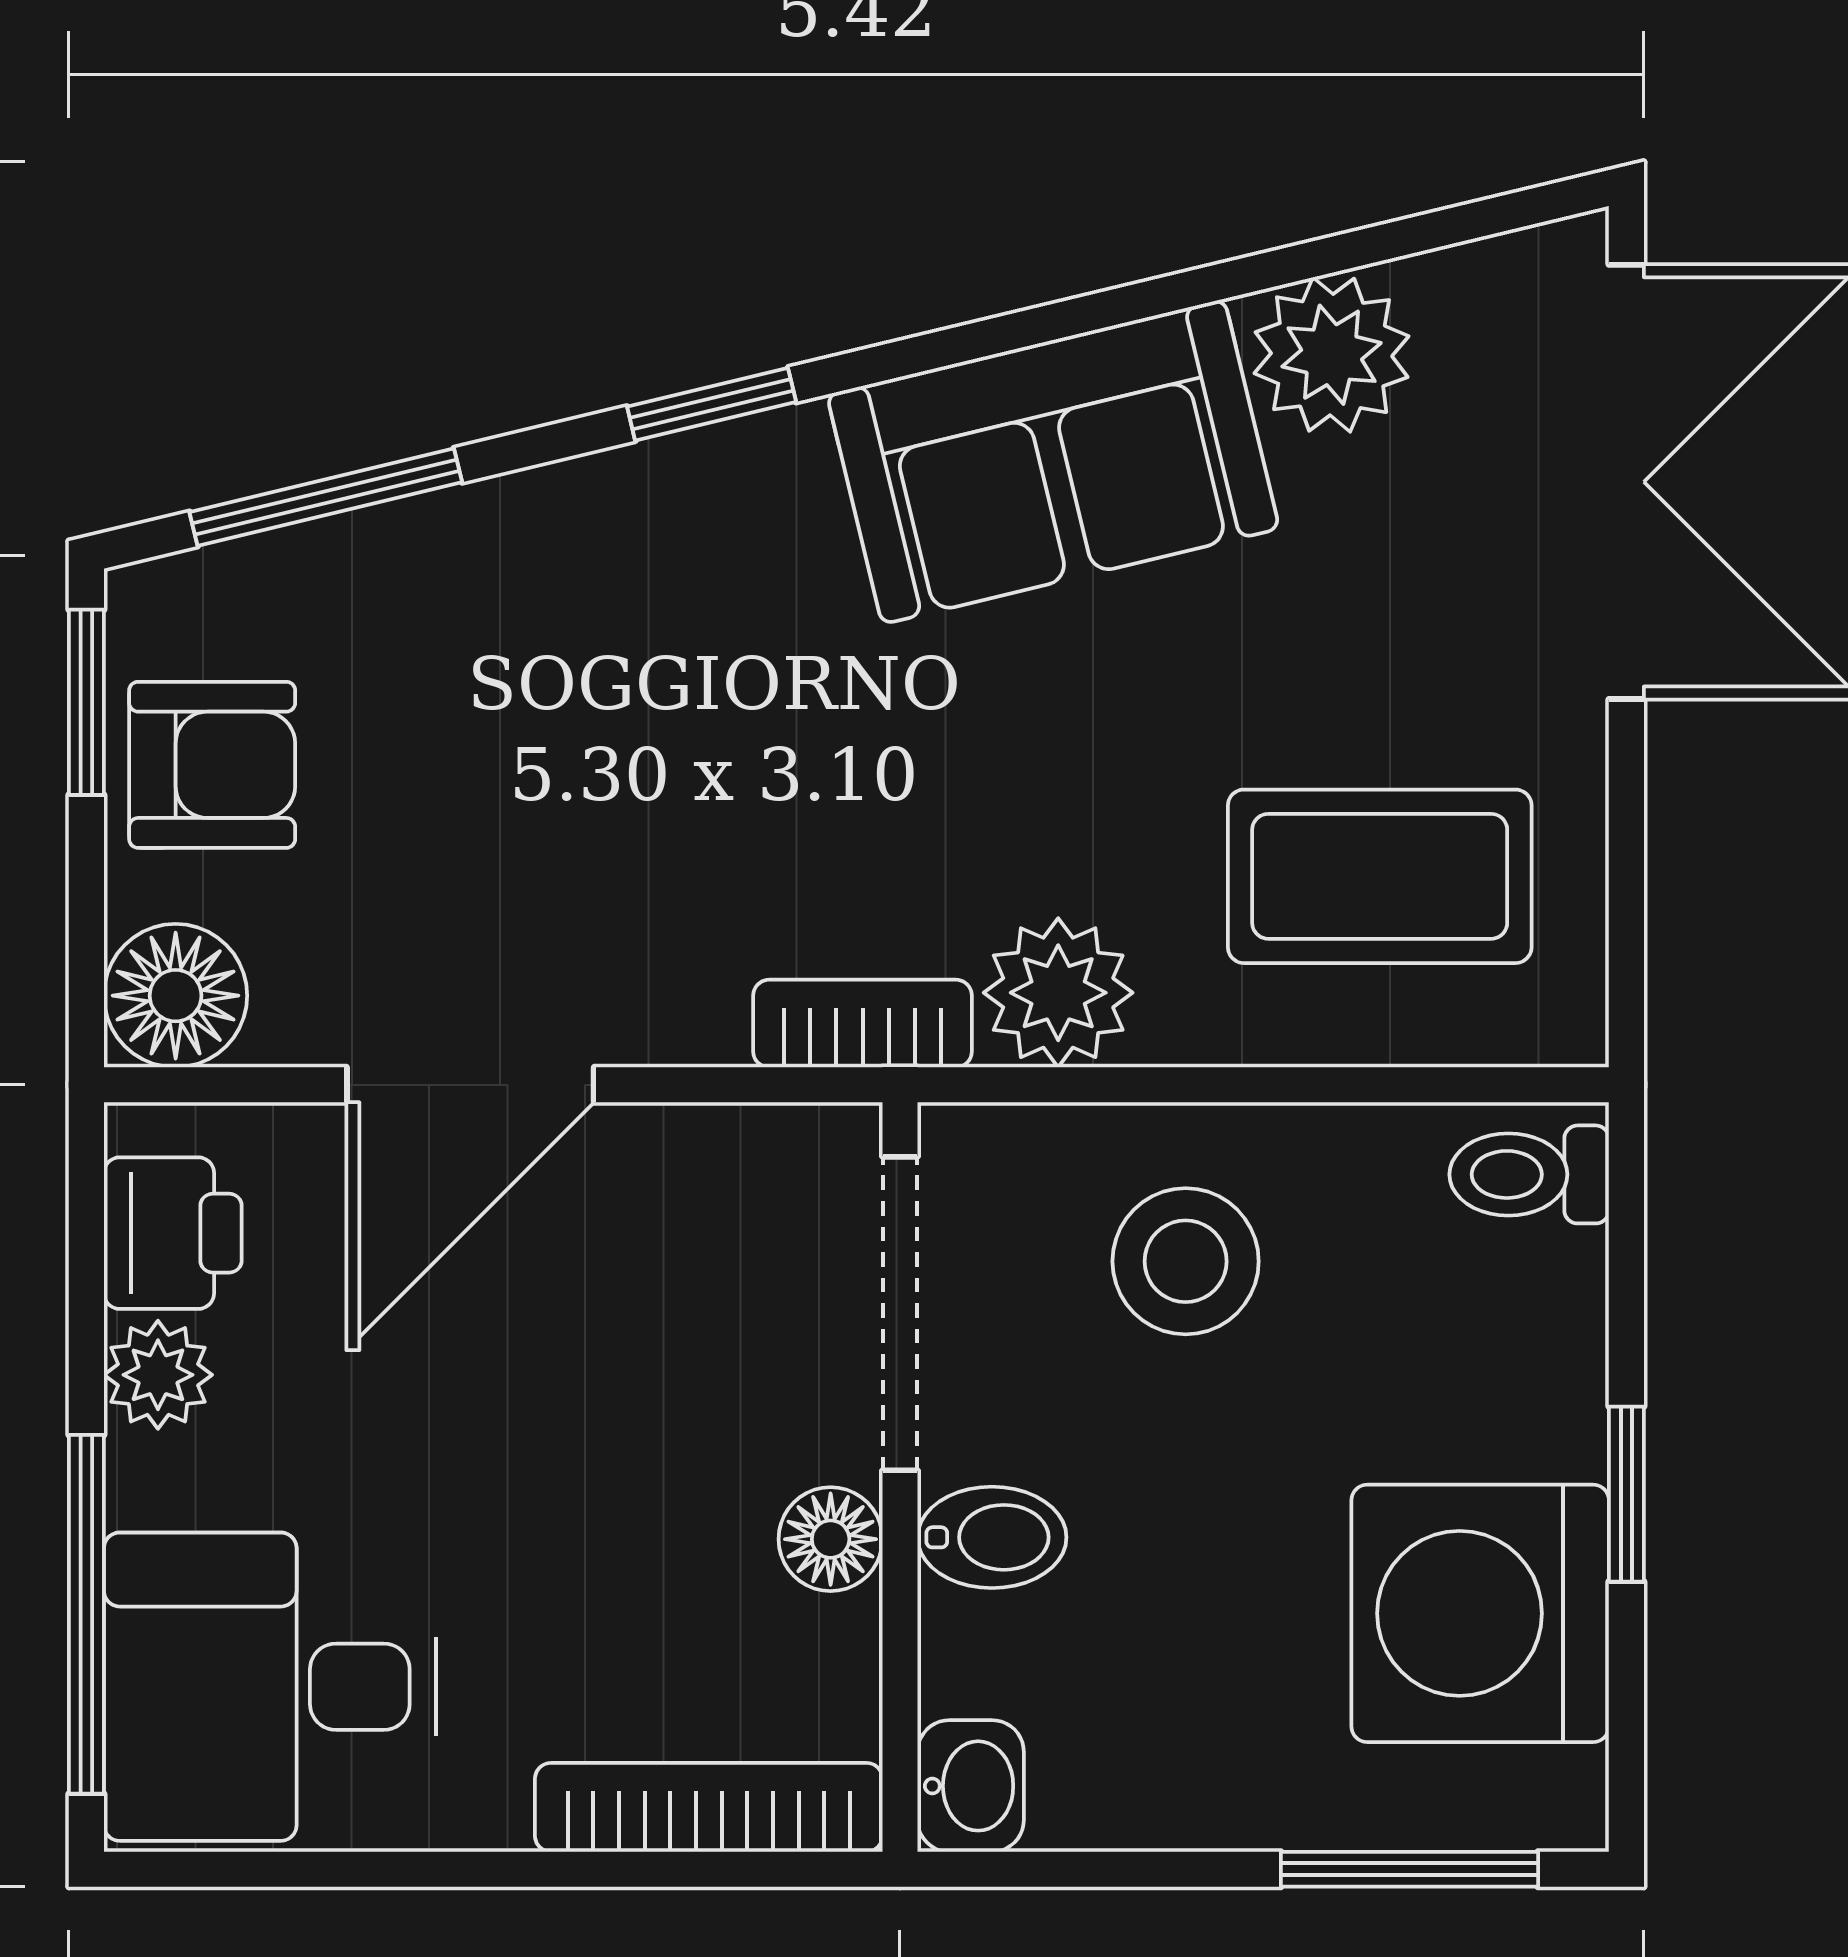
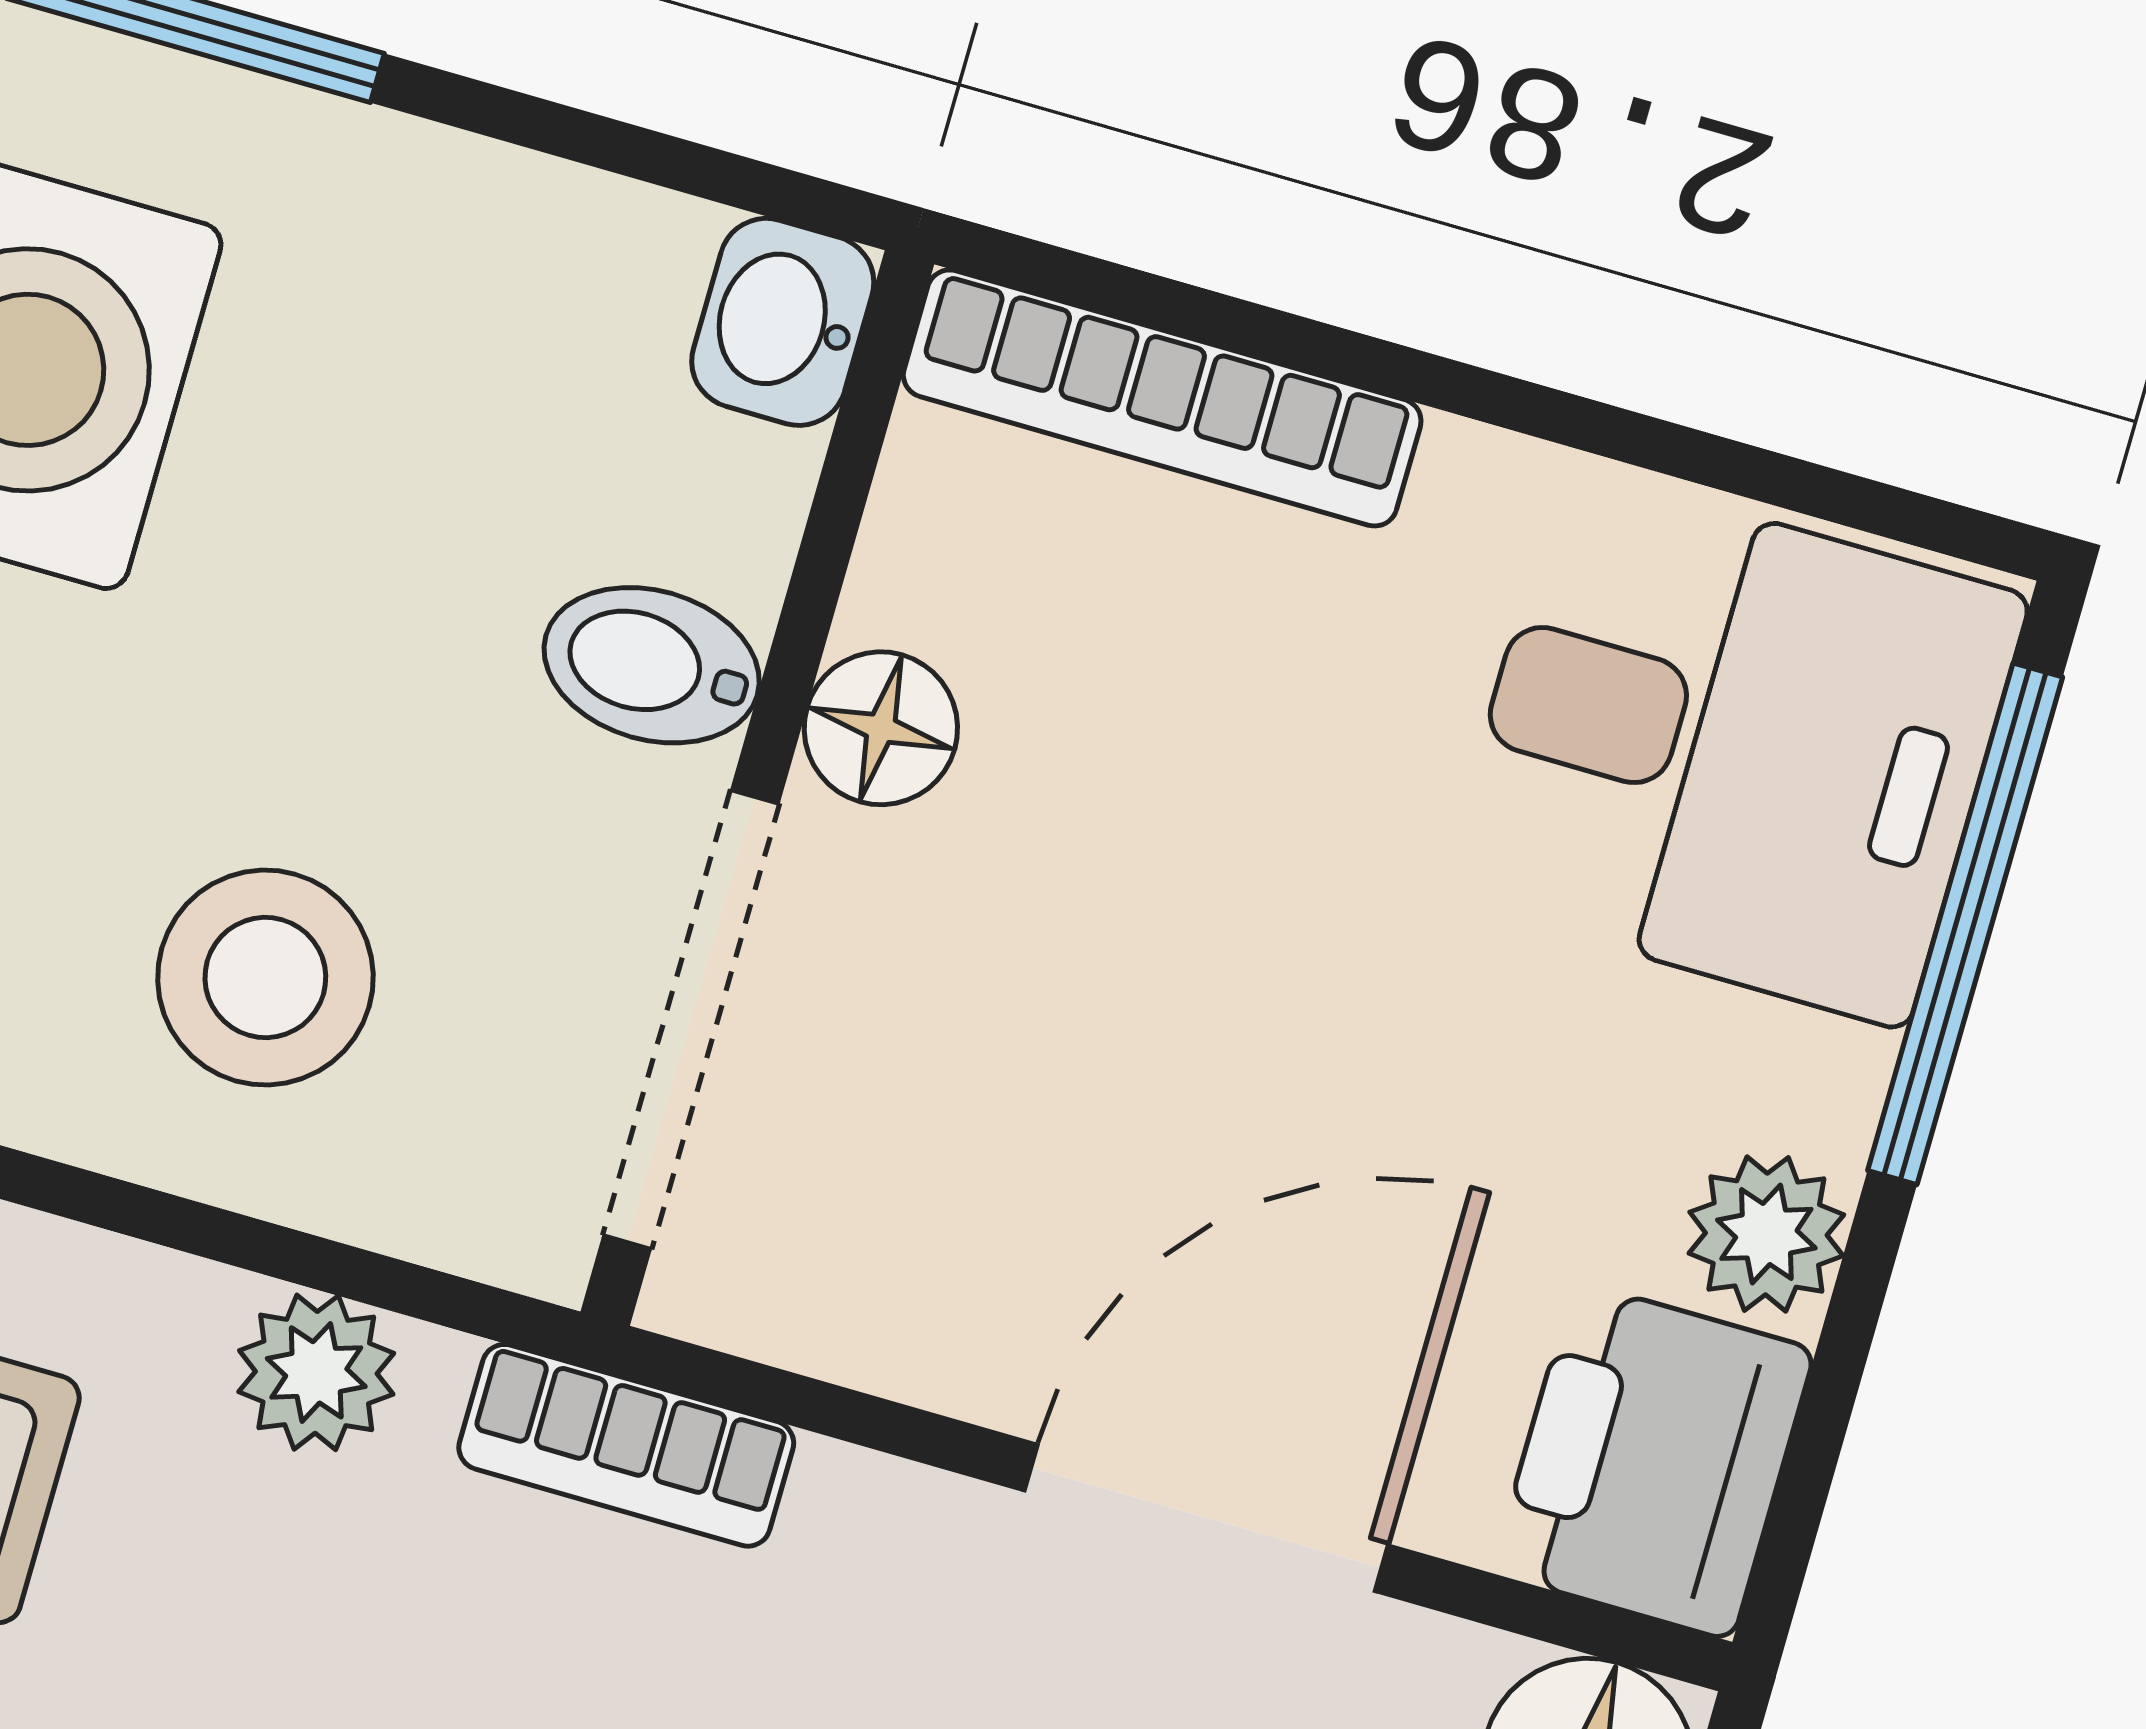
plant: (1058, 993) -> (316, 1372), width x0.73, depth x0.73
printer: (173, 1233) -> (1653, 1461), width x1.36, depth x1.24

